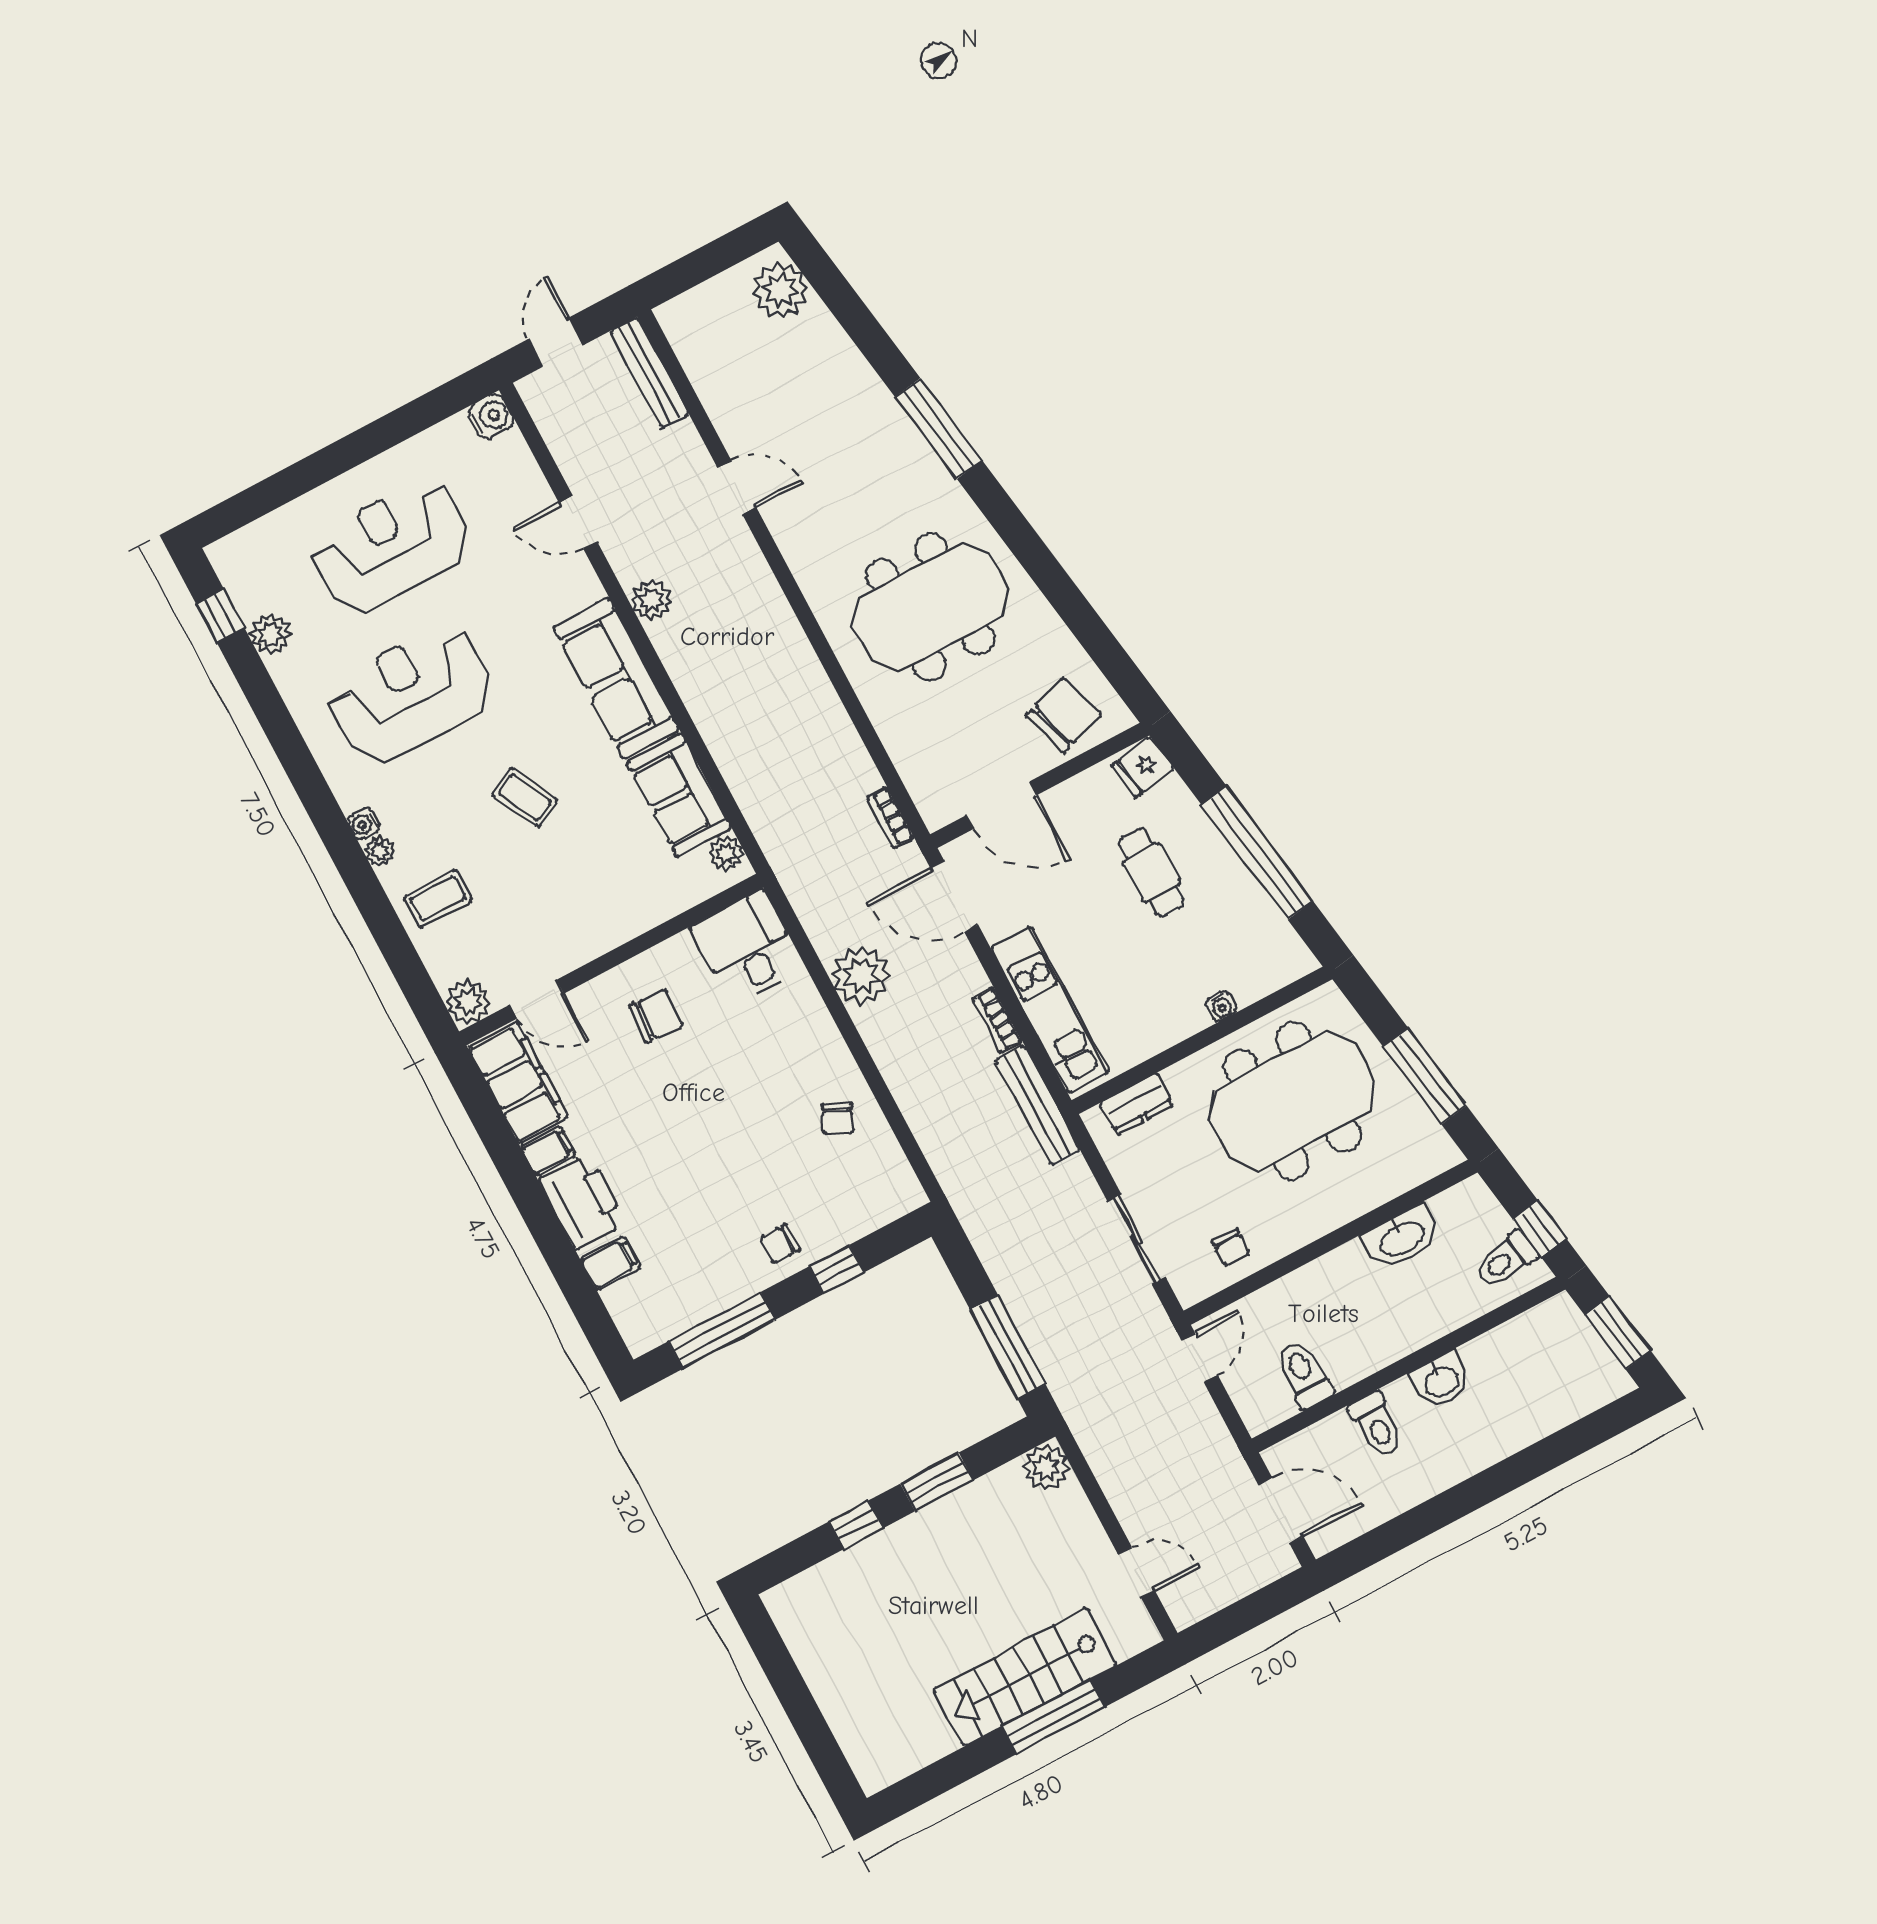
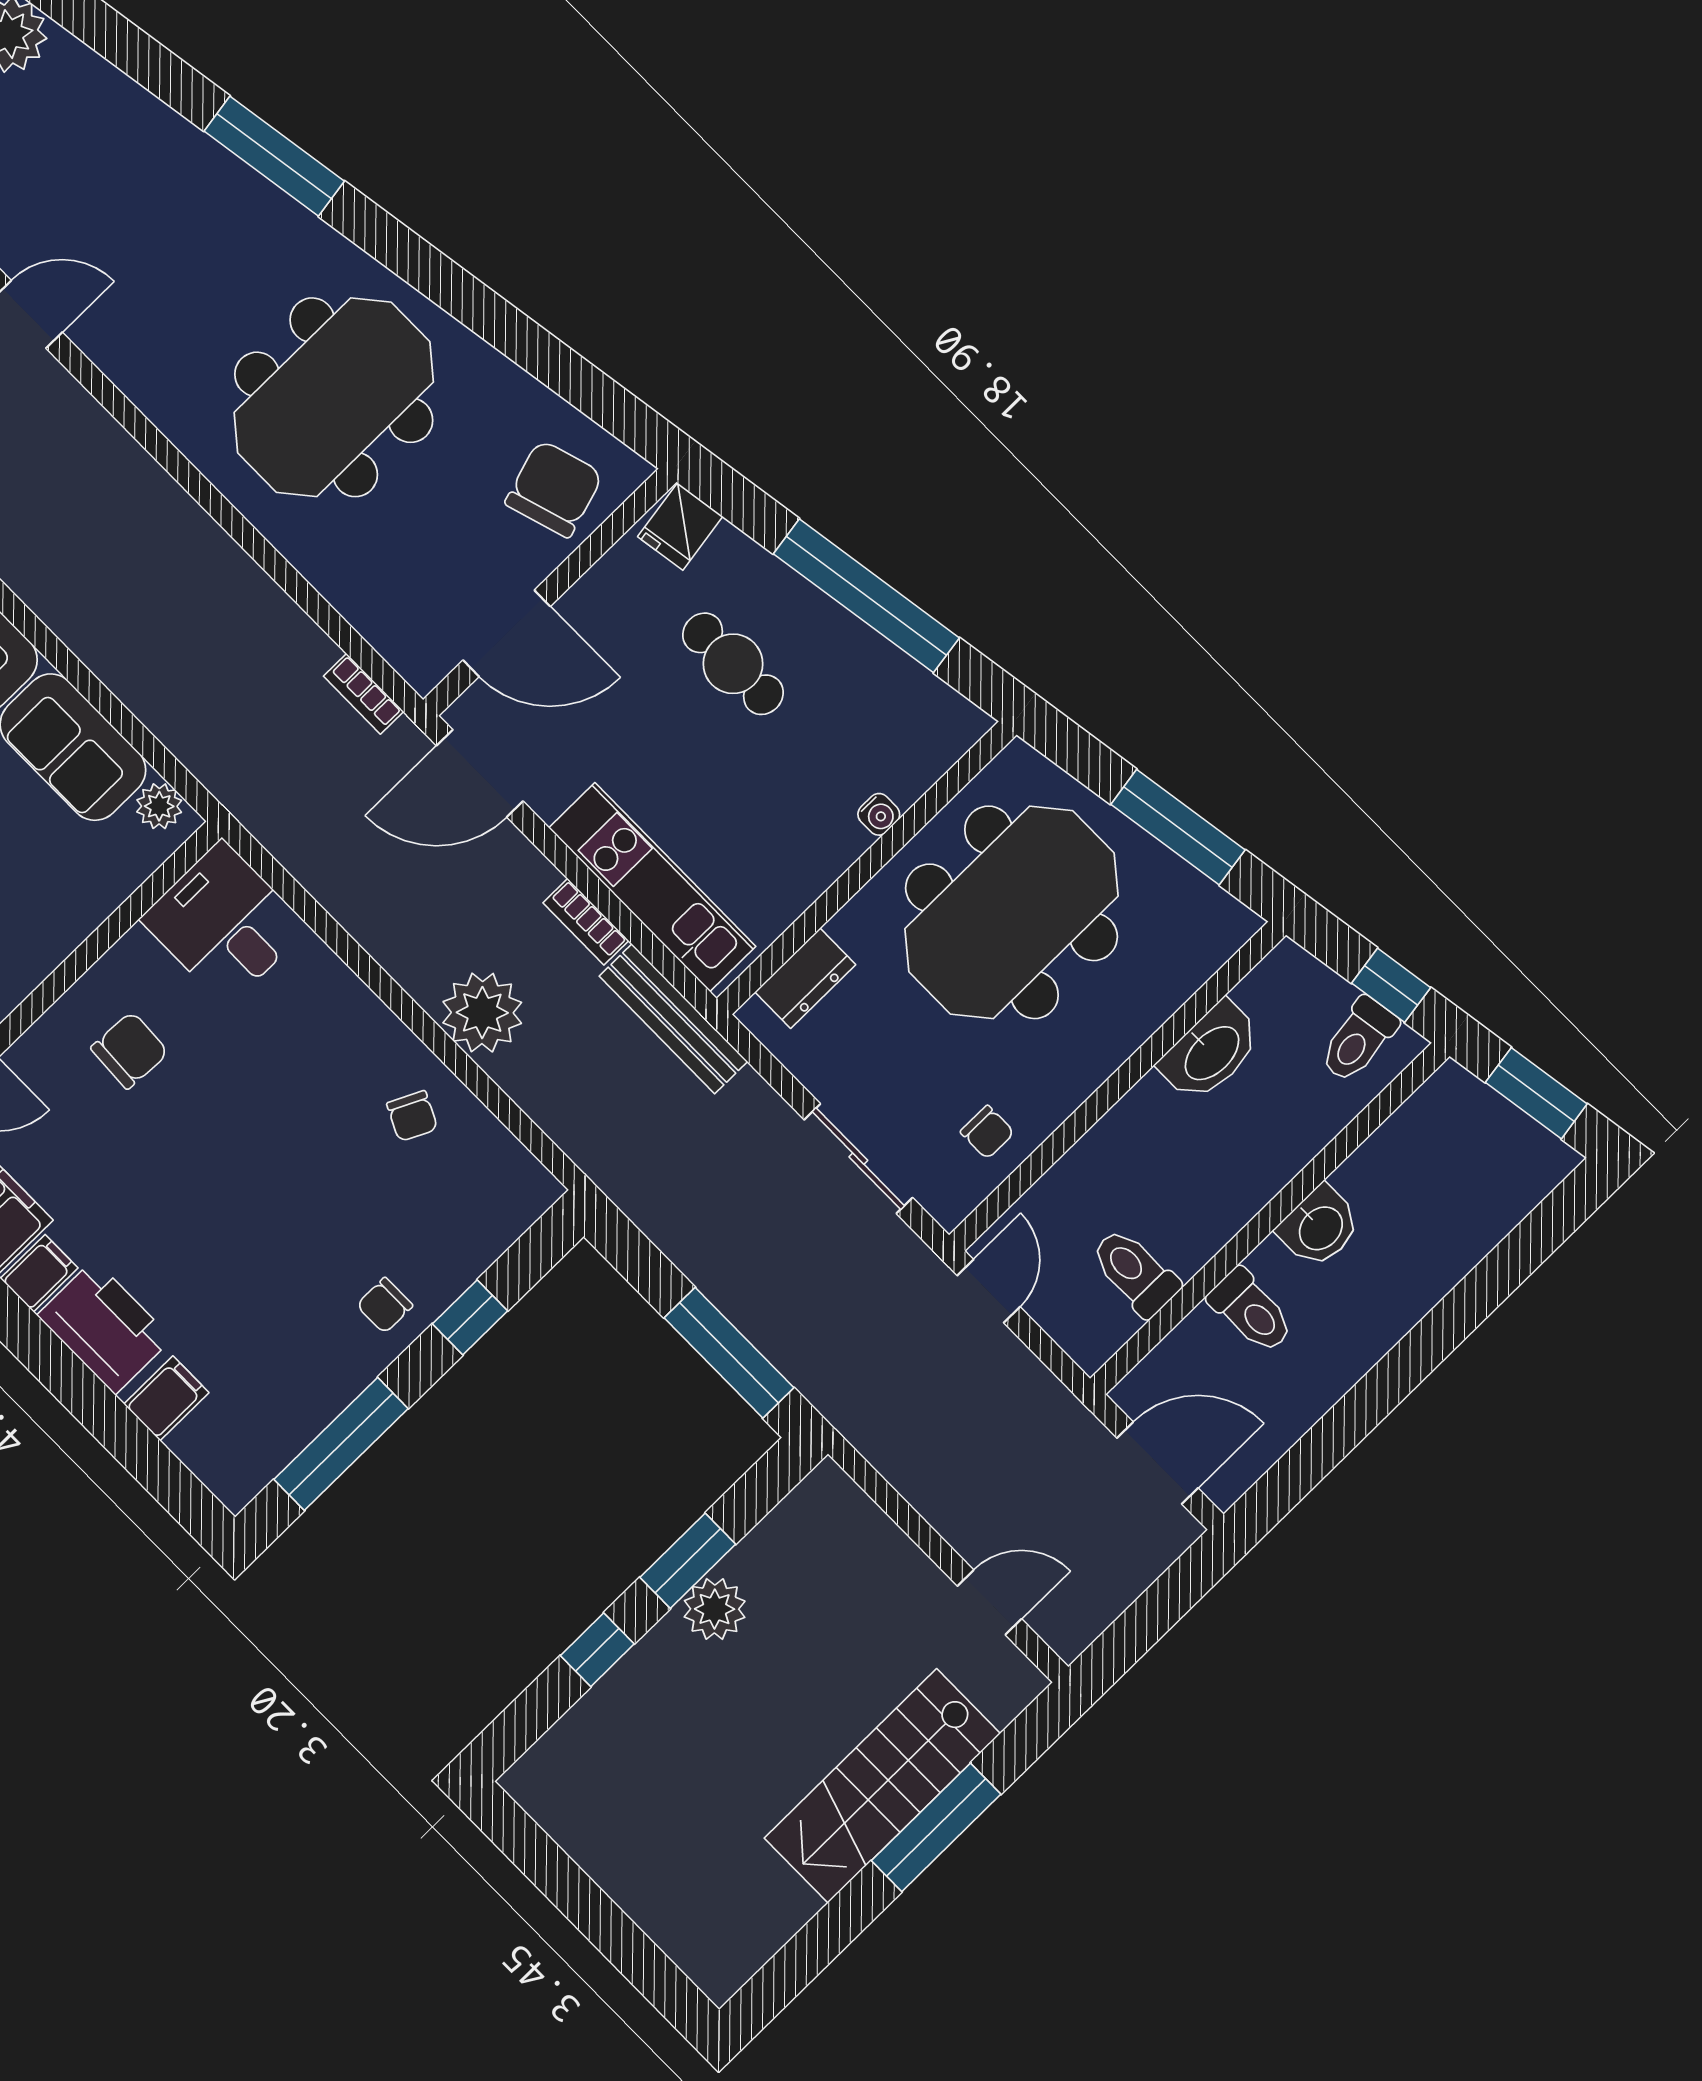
plant: (861, 975) -> (482, 1013), moved
plant: (1046, 1467) -> (715, 1609), moved

